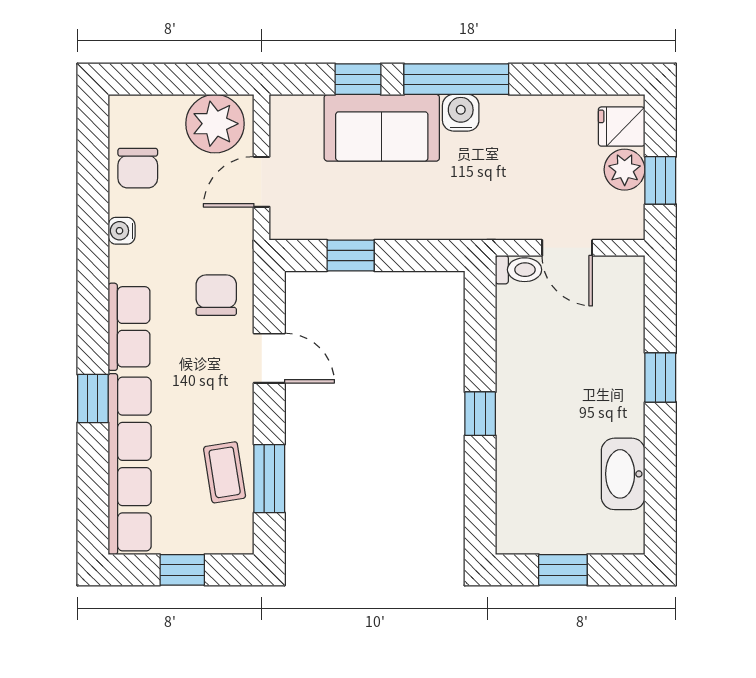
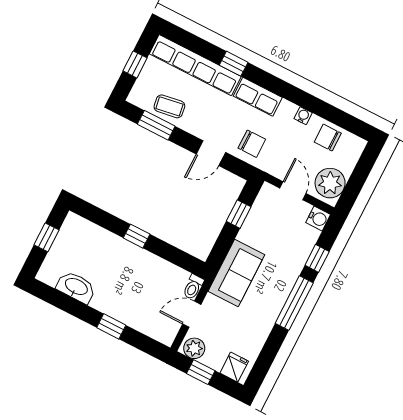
water cooler: (461, 113) -> (318, 219), moved
sofa: (382, 128) -> (236, 273), moved, turned 180
plant: (625, 170) -> (194, 348), moved

